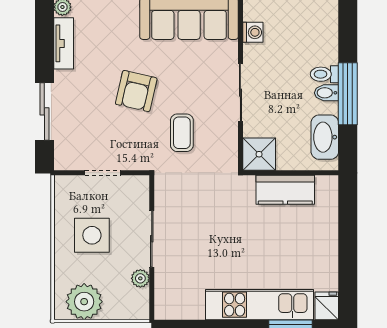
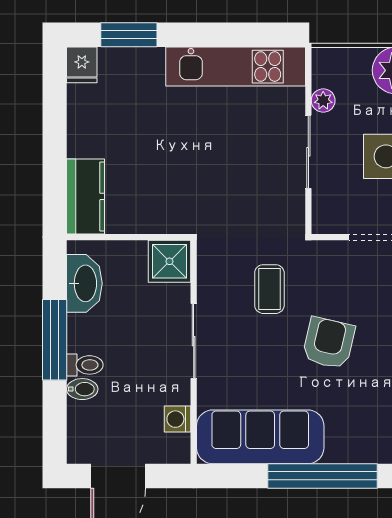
bidet: (326, 93) -> (82, 389), moved
kitchen counter: (285, 190) -> (86, 196), moved, turned 90
kitchen unit: (259, 305) -> (236, 67), moved

